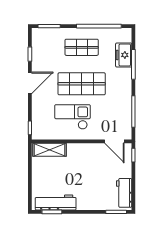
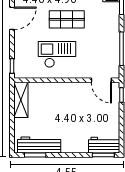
shop shelf: (82, 84) -> (67, 19), width x0.70, depth x0.74
shelving: (50, 150) -> (21, 100), moved, turned 90
workbench: (124, 193) -> (104, 145), moved, turned 90

